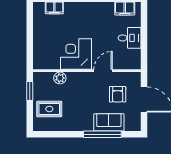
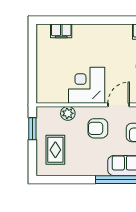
armchair: (85, 91) -> (98, 128), added
rug: (49, 109) -> (55, 150), turned 90

